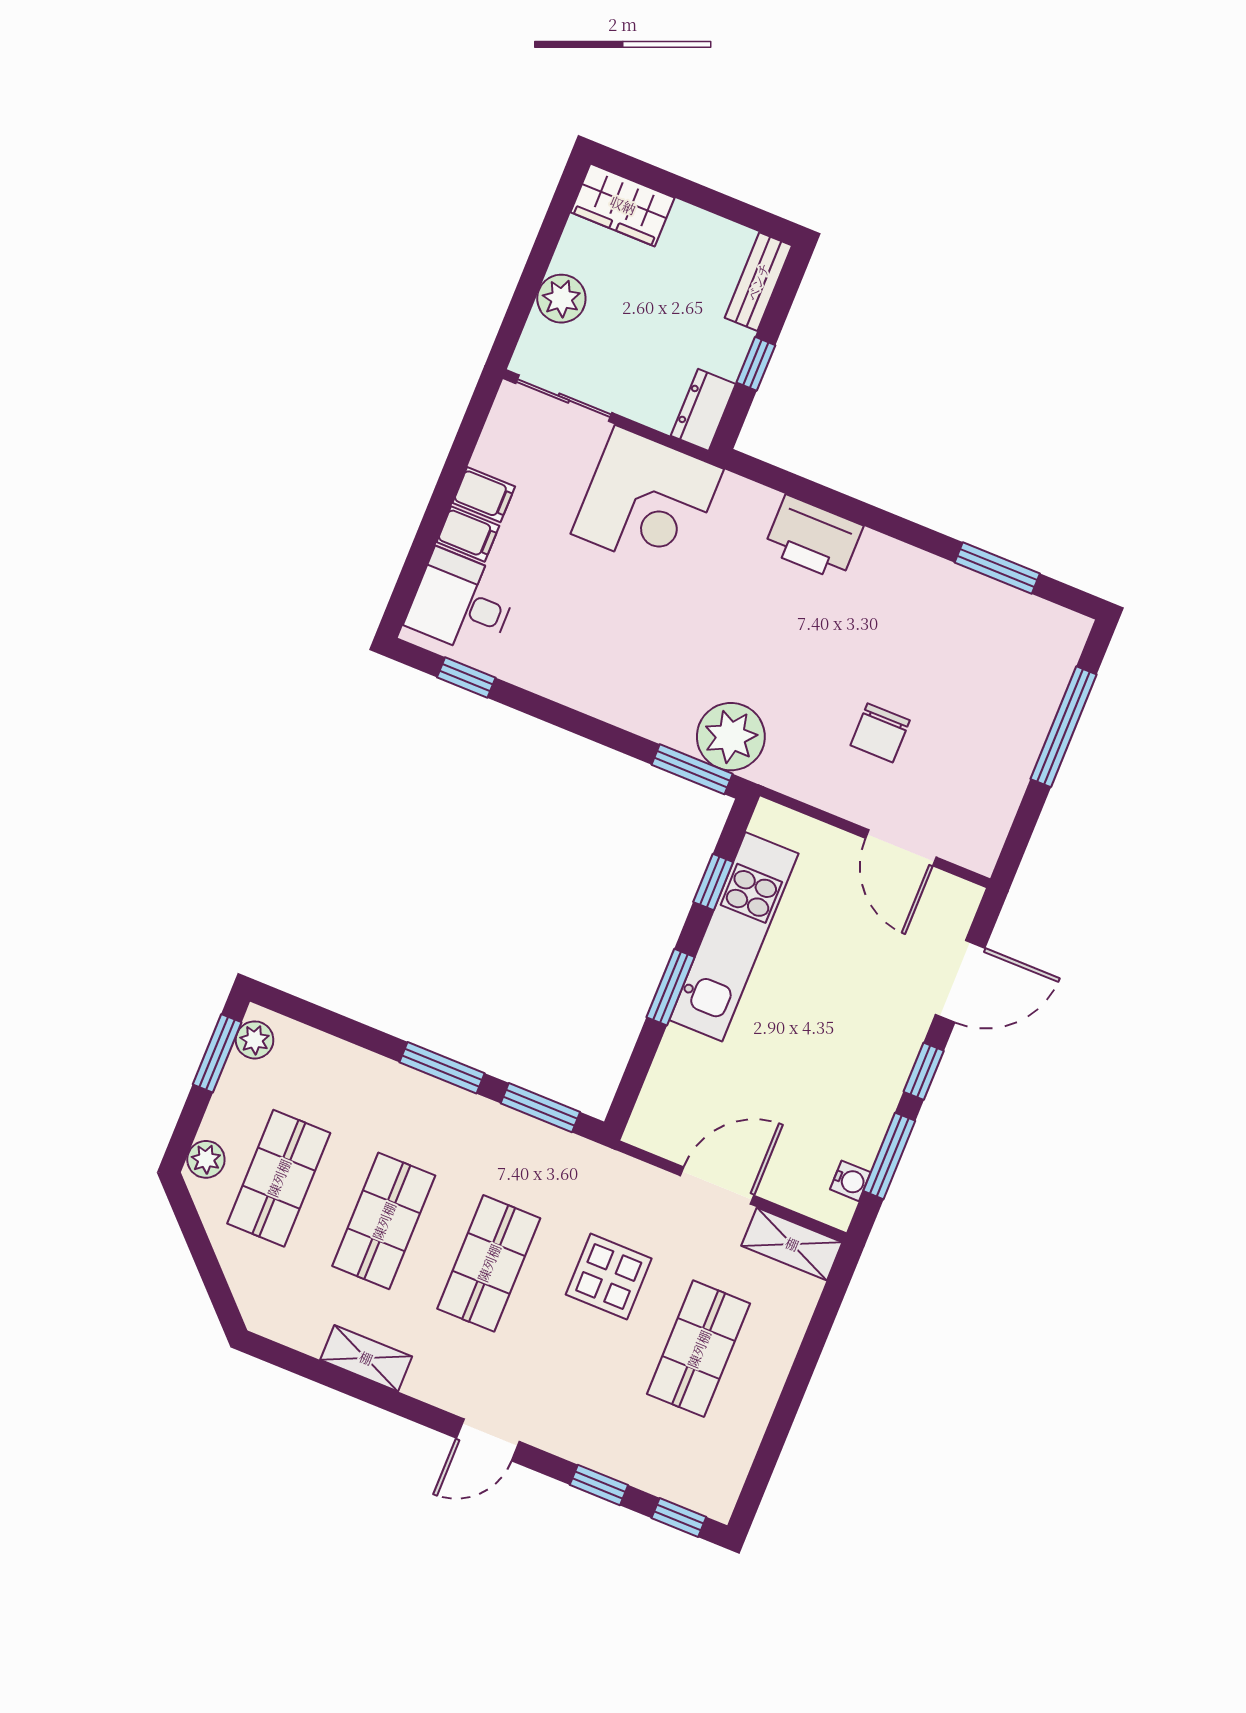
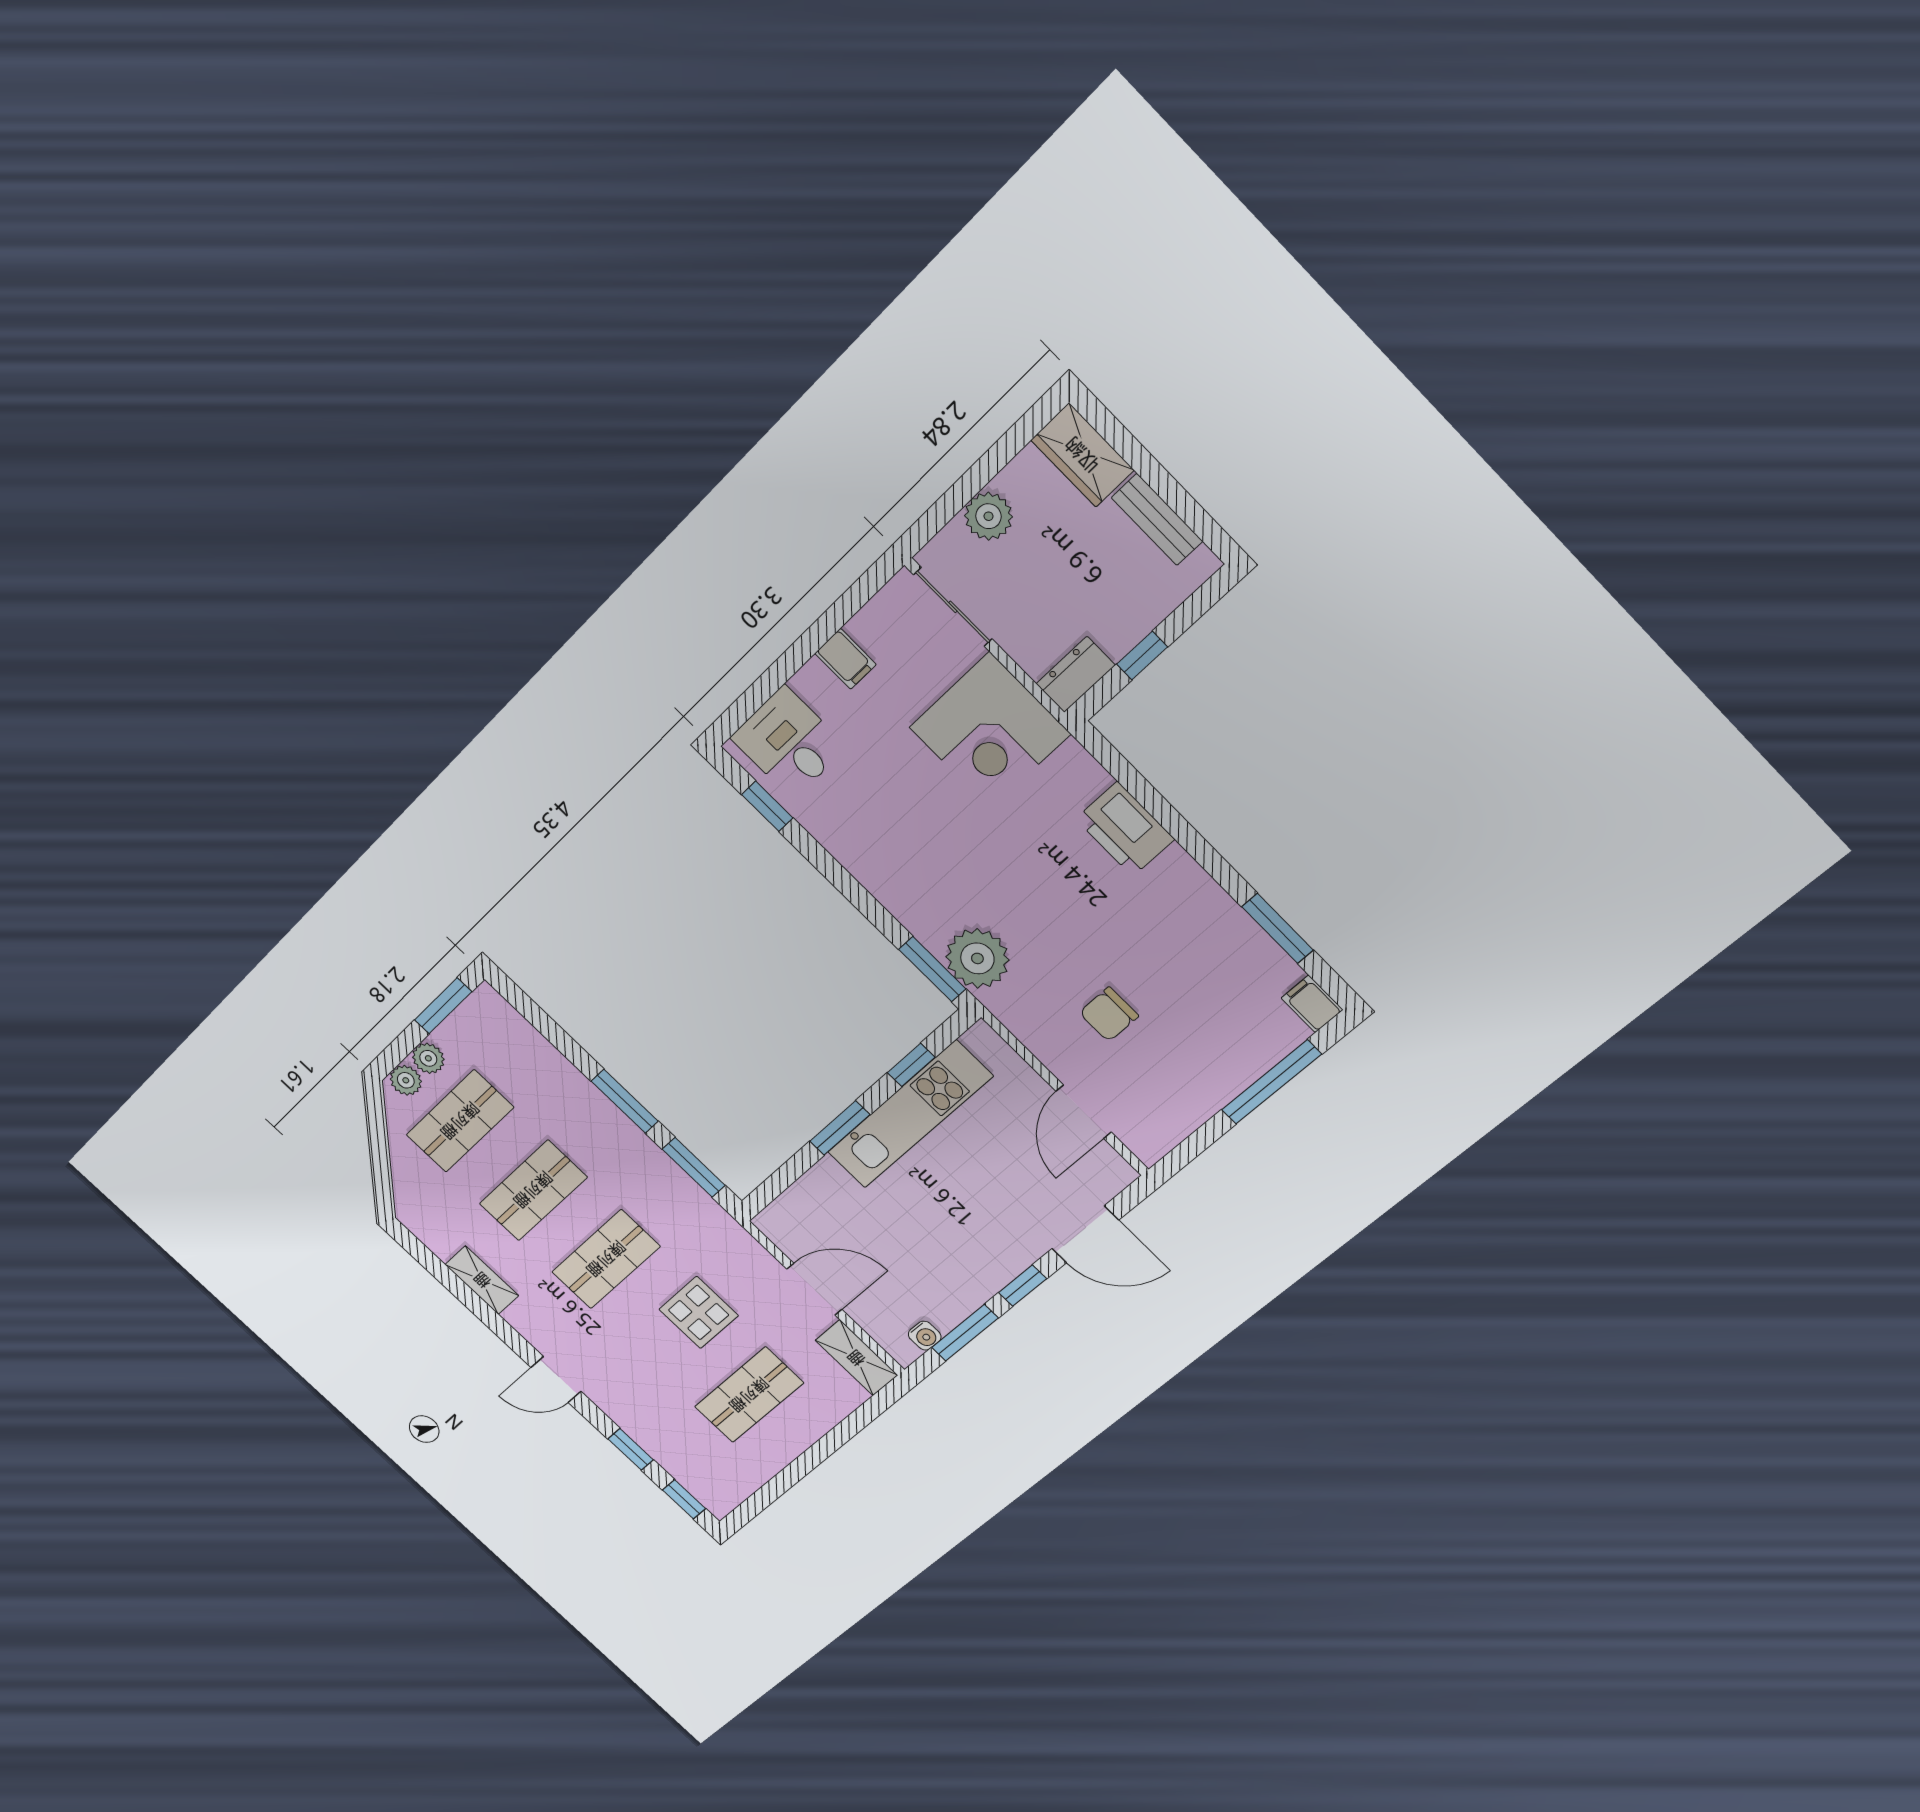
bench: (758, 282) -> (1157, 519), moved, turned 90
filing cabinet: (468, 534) -> (1312, 1004), moved, turned 180
plant: (255, 1040) -> (428, 1058), moved

